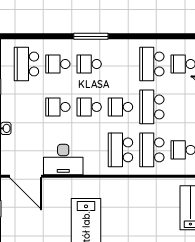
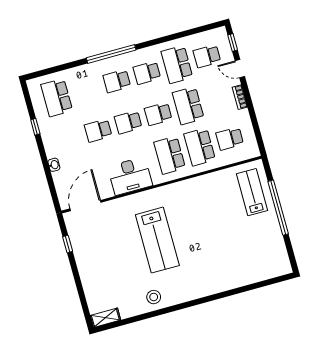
window: (91, 36) -> (111, 54), width x1.46
school desk: (58, 64) -> (147, 73), moved
desk: (63, 160) -> (130, 176), moved
door: (26, 176) -> (85, 206), swing flipped

